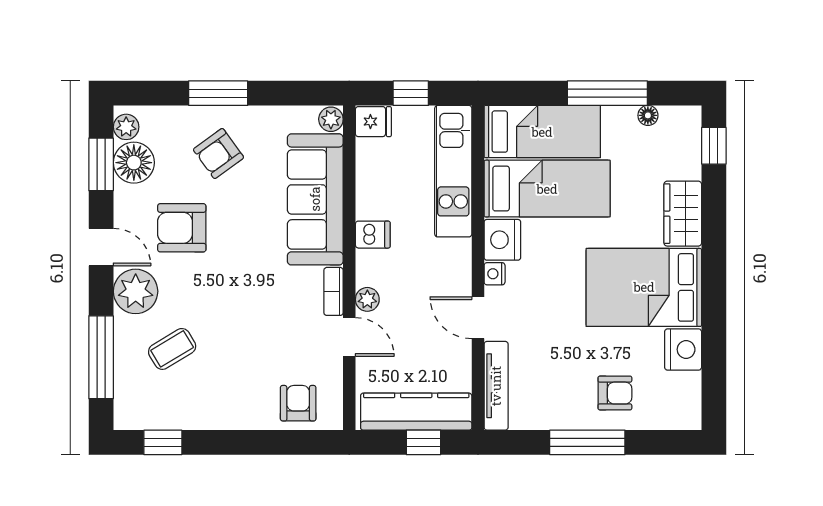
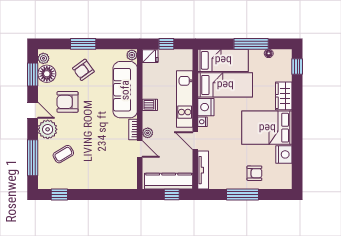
kitchen unit: (453, 171) -> (185, 99), moved
armchair: (298, 403) -> (118, 178), removed

